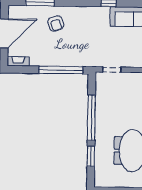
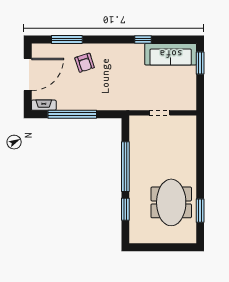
window: (61, 70) -> (72, 114), moved
doorway: (112, 70) -> (160, 113), moved

